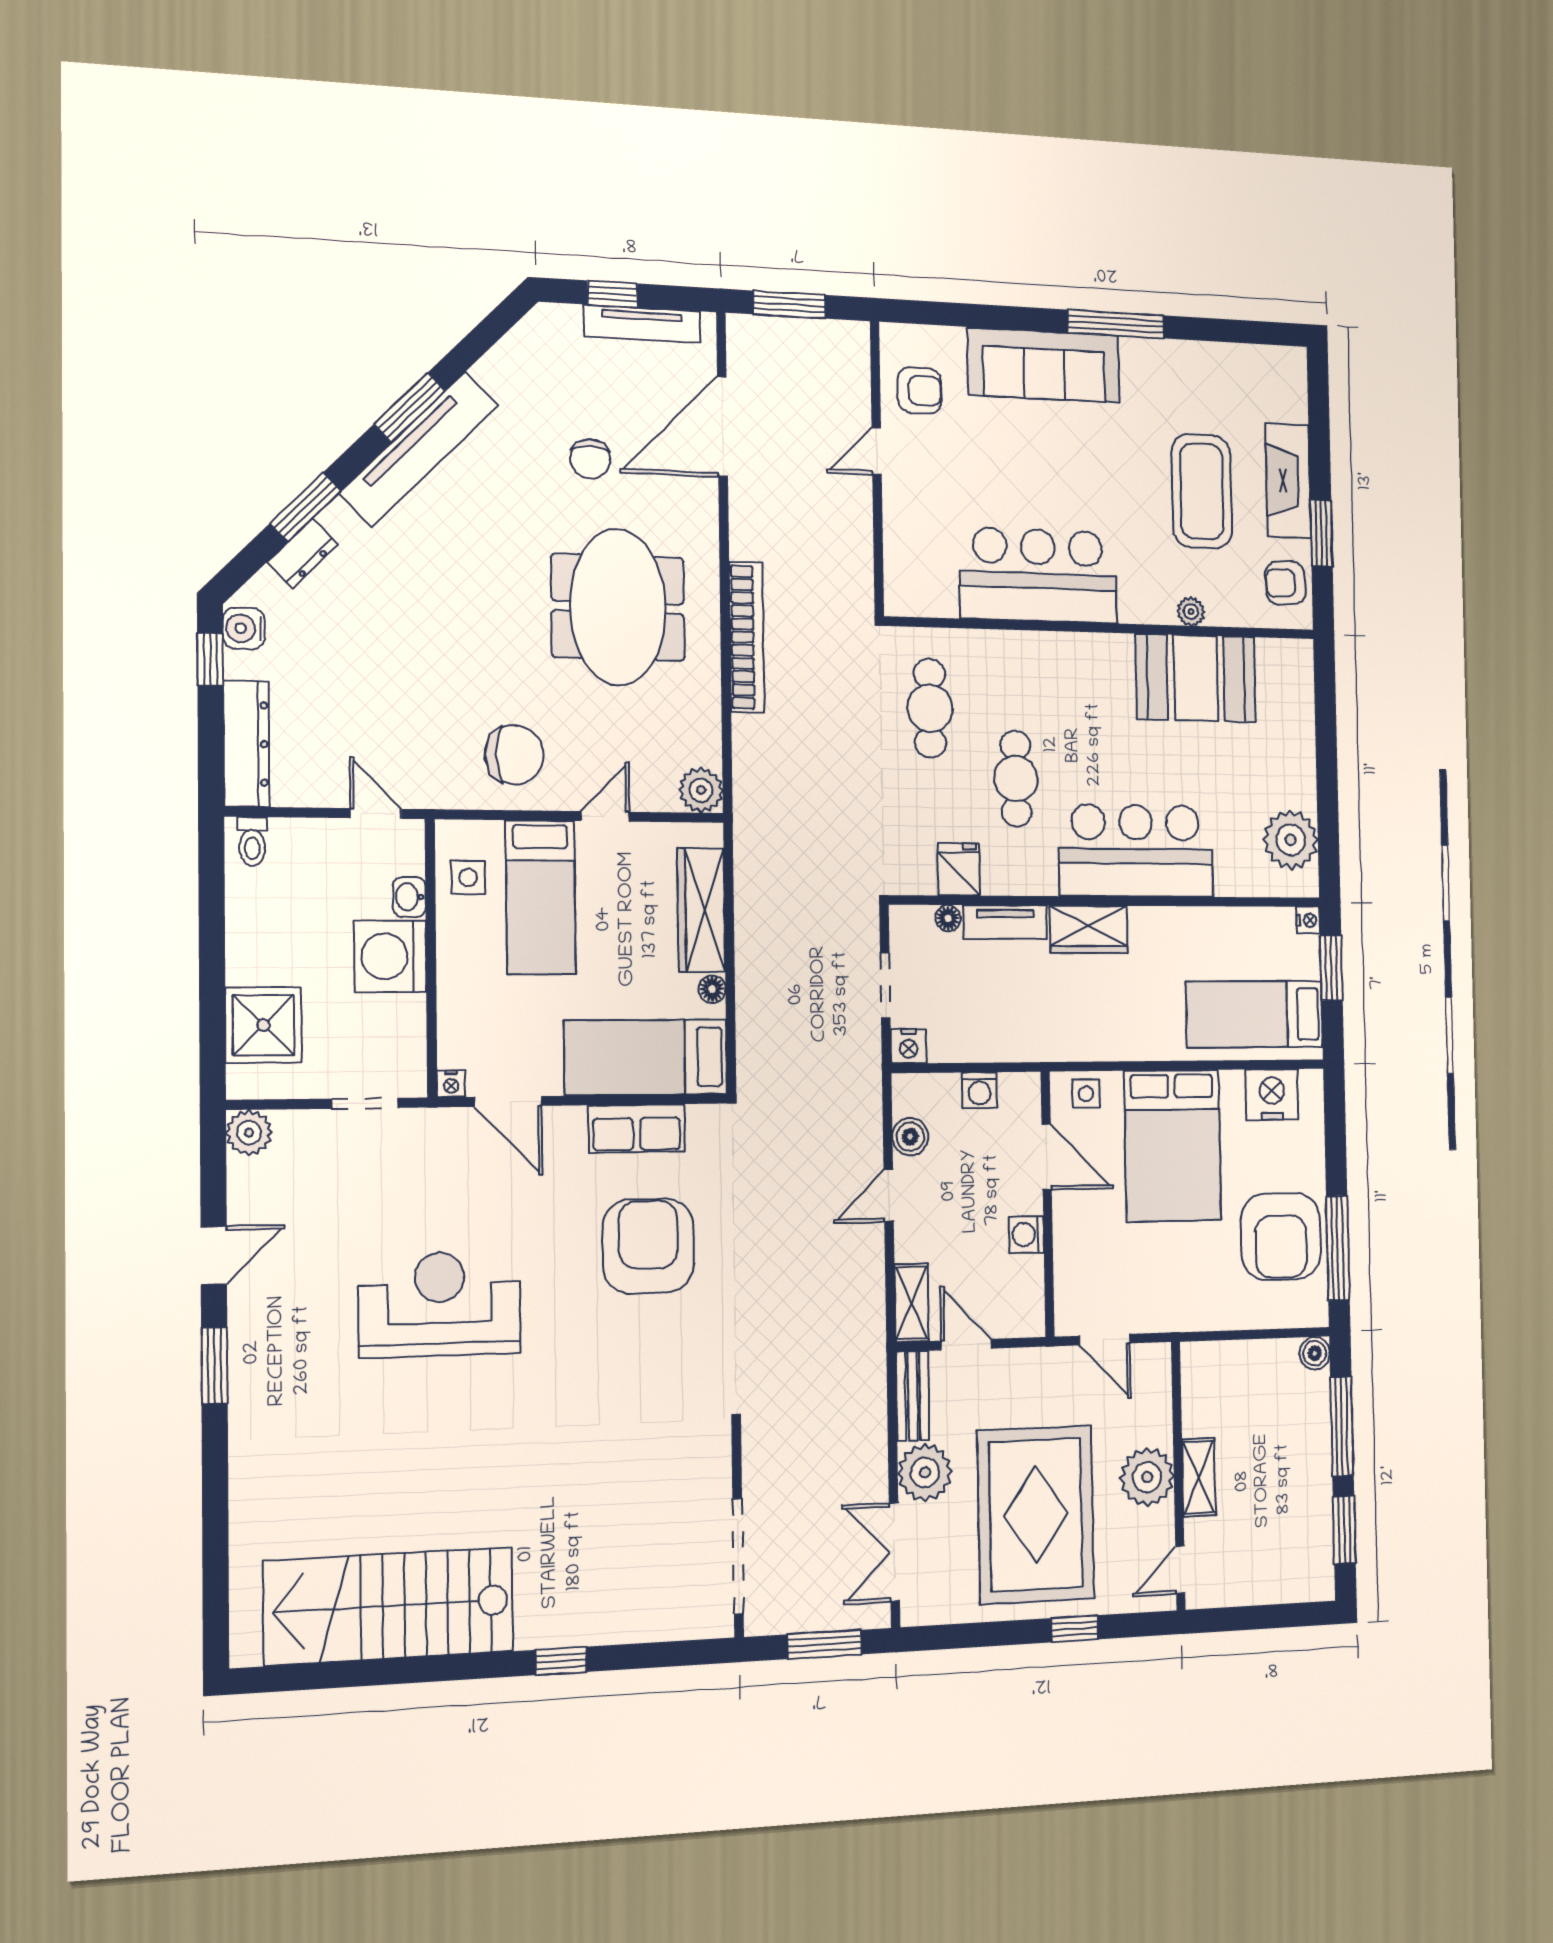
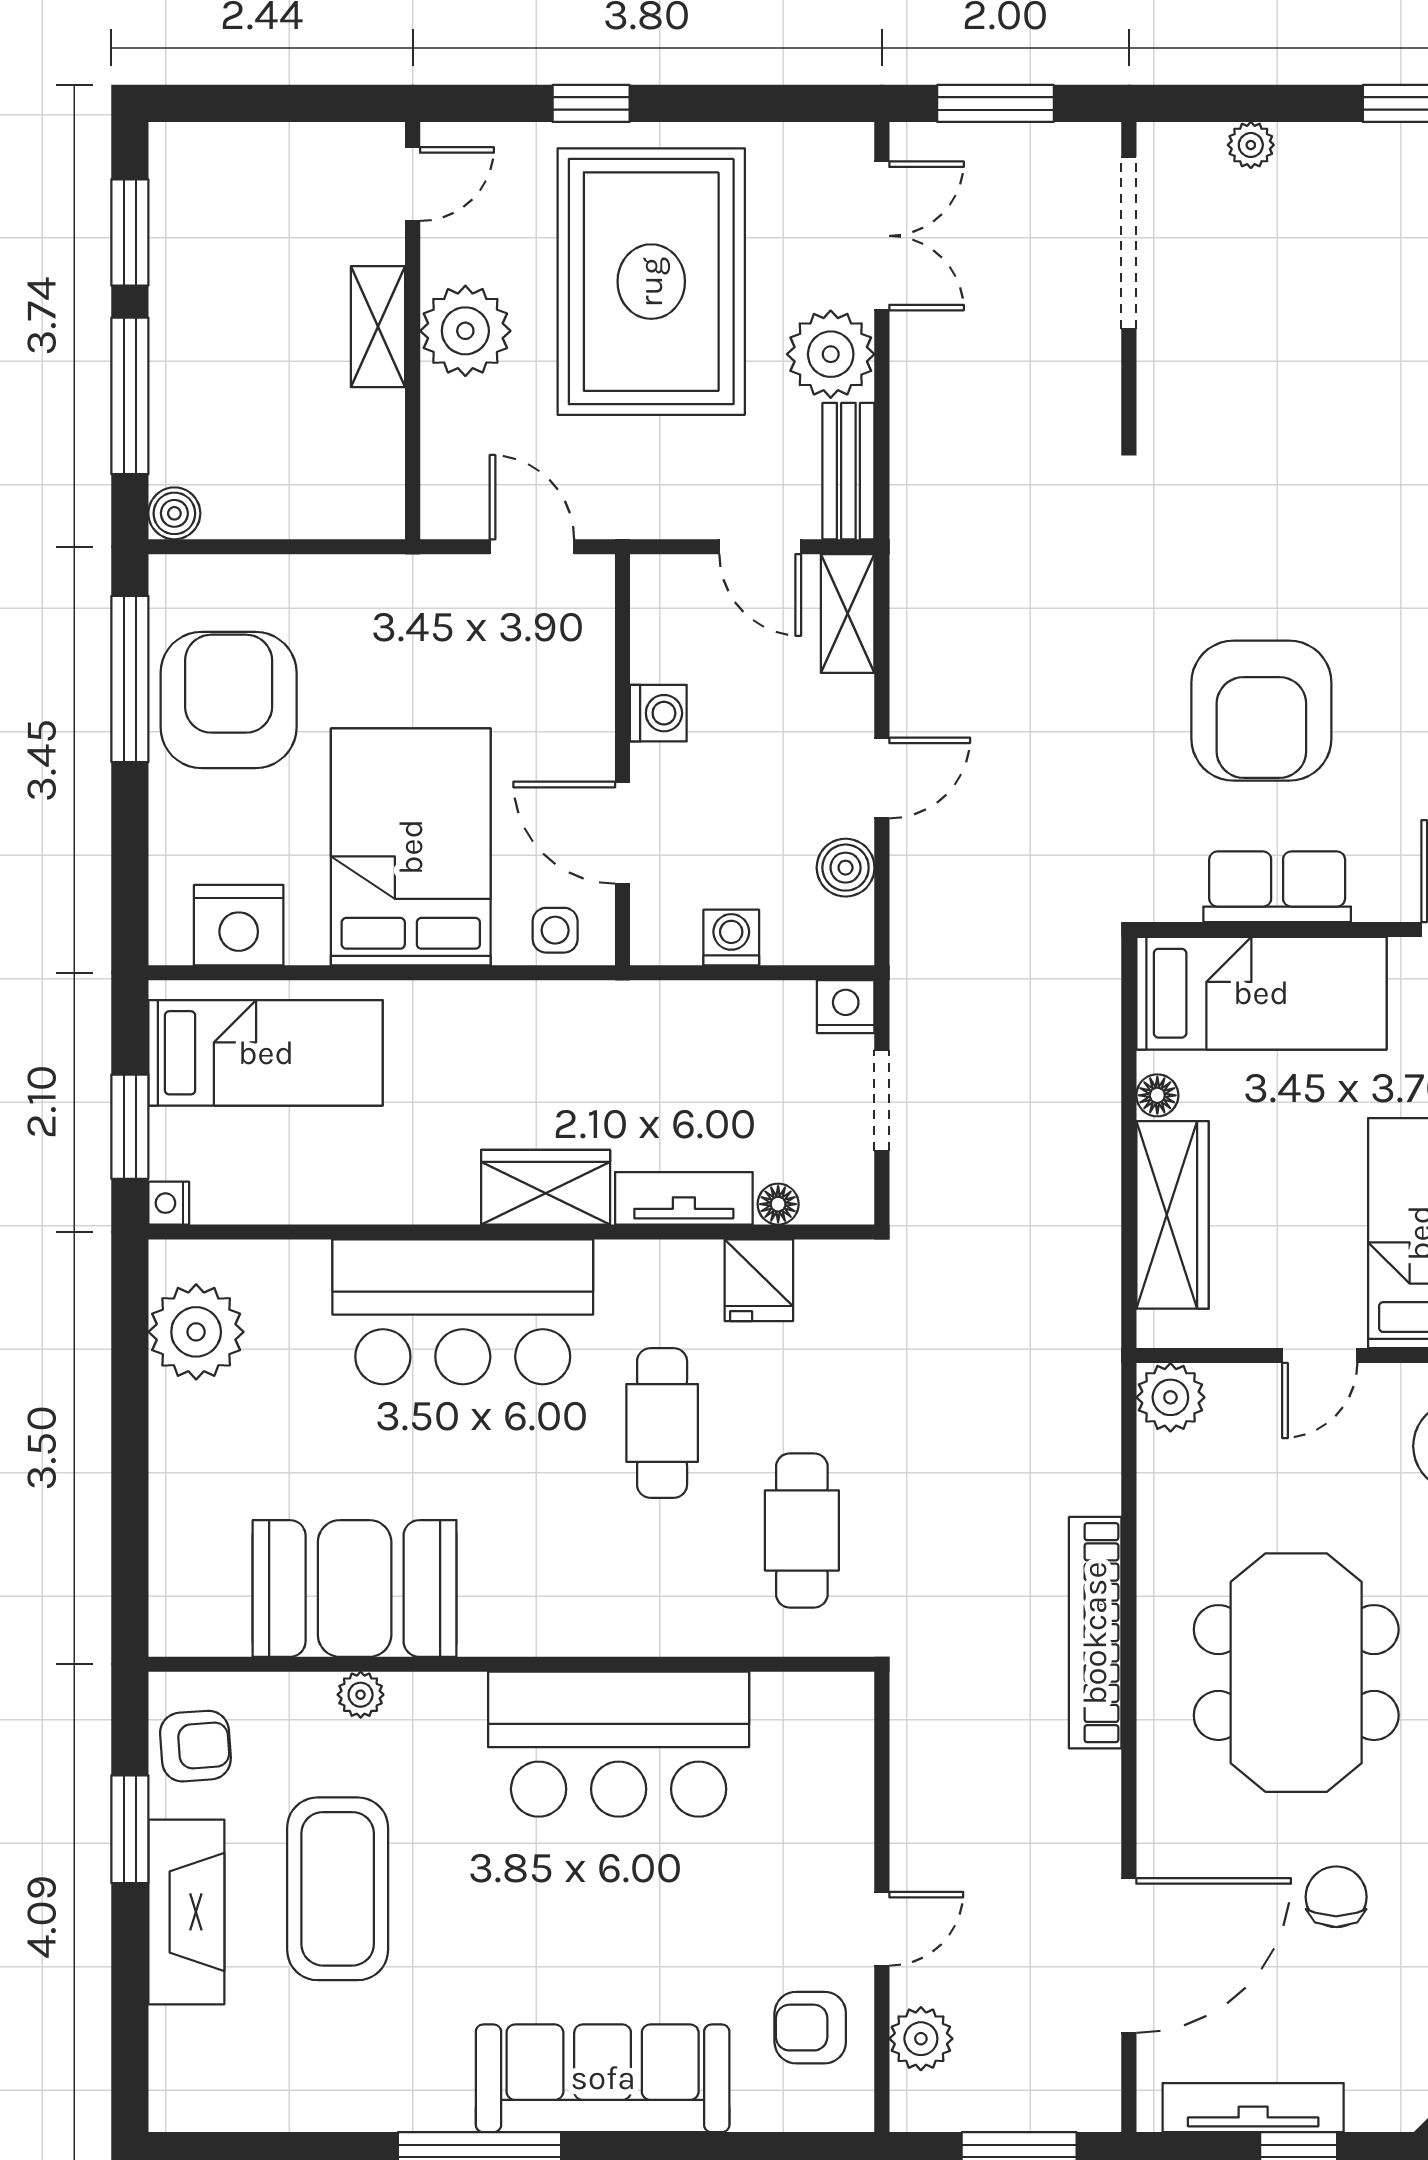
plant: (851, 380) -> (921, 2039), added
plant: (660, 1627) -> (1251, 145), added

